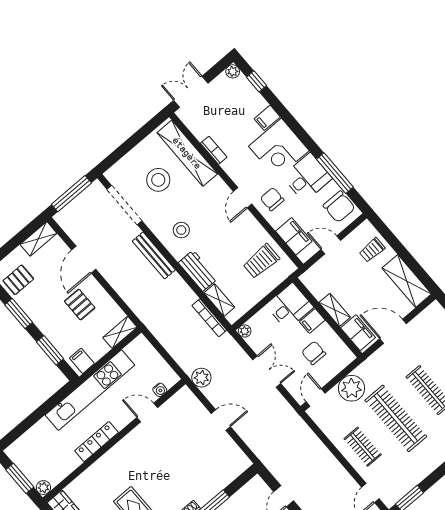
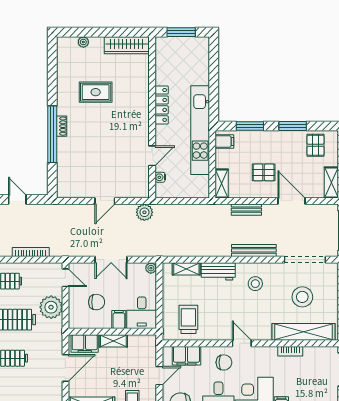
bench: (124, 292) -> (246, 210), added
bookcase: (209, 318) -> (31, 252), moved
plant: (43, 488) -> (161, 43), removed

